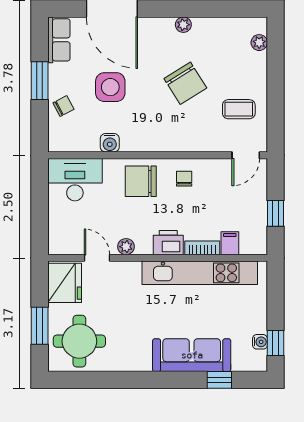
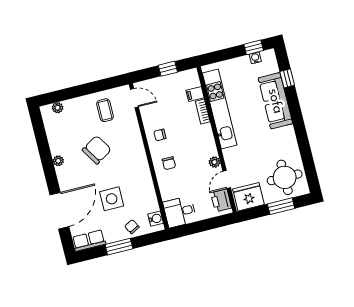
water cooler: (110, 143) -> (156, 219), moved
desk: (75, 180) -> (180, 212), width x0.73
chair: (141, 181) -> (169, 163), width x0.54, depth x0.54
printer: (168, 243) -> (221, 200), moved

